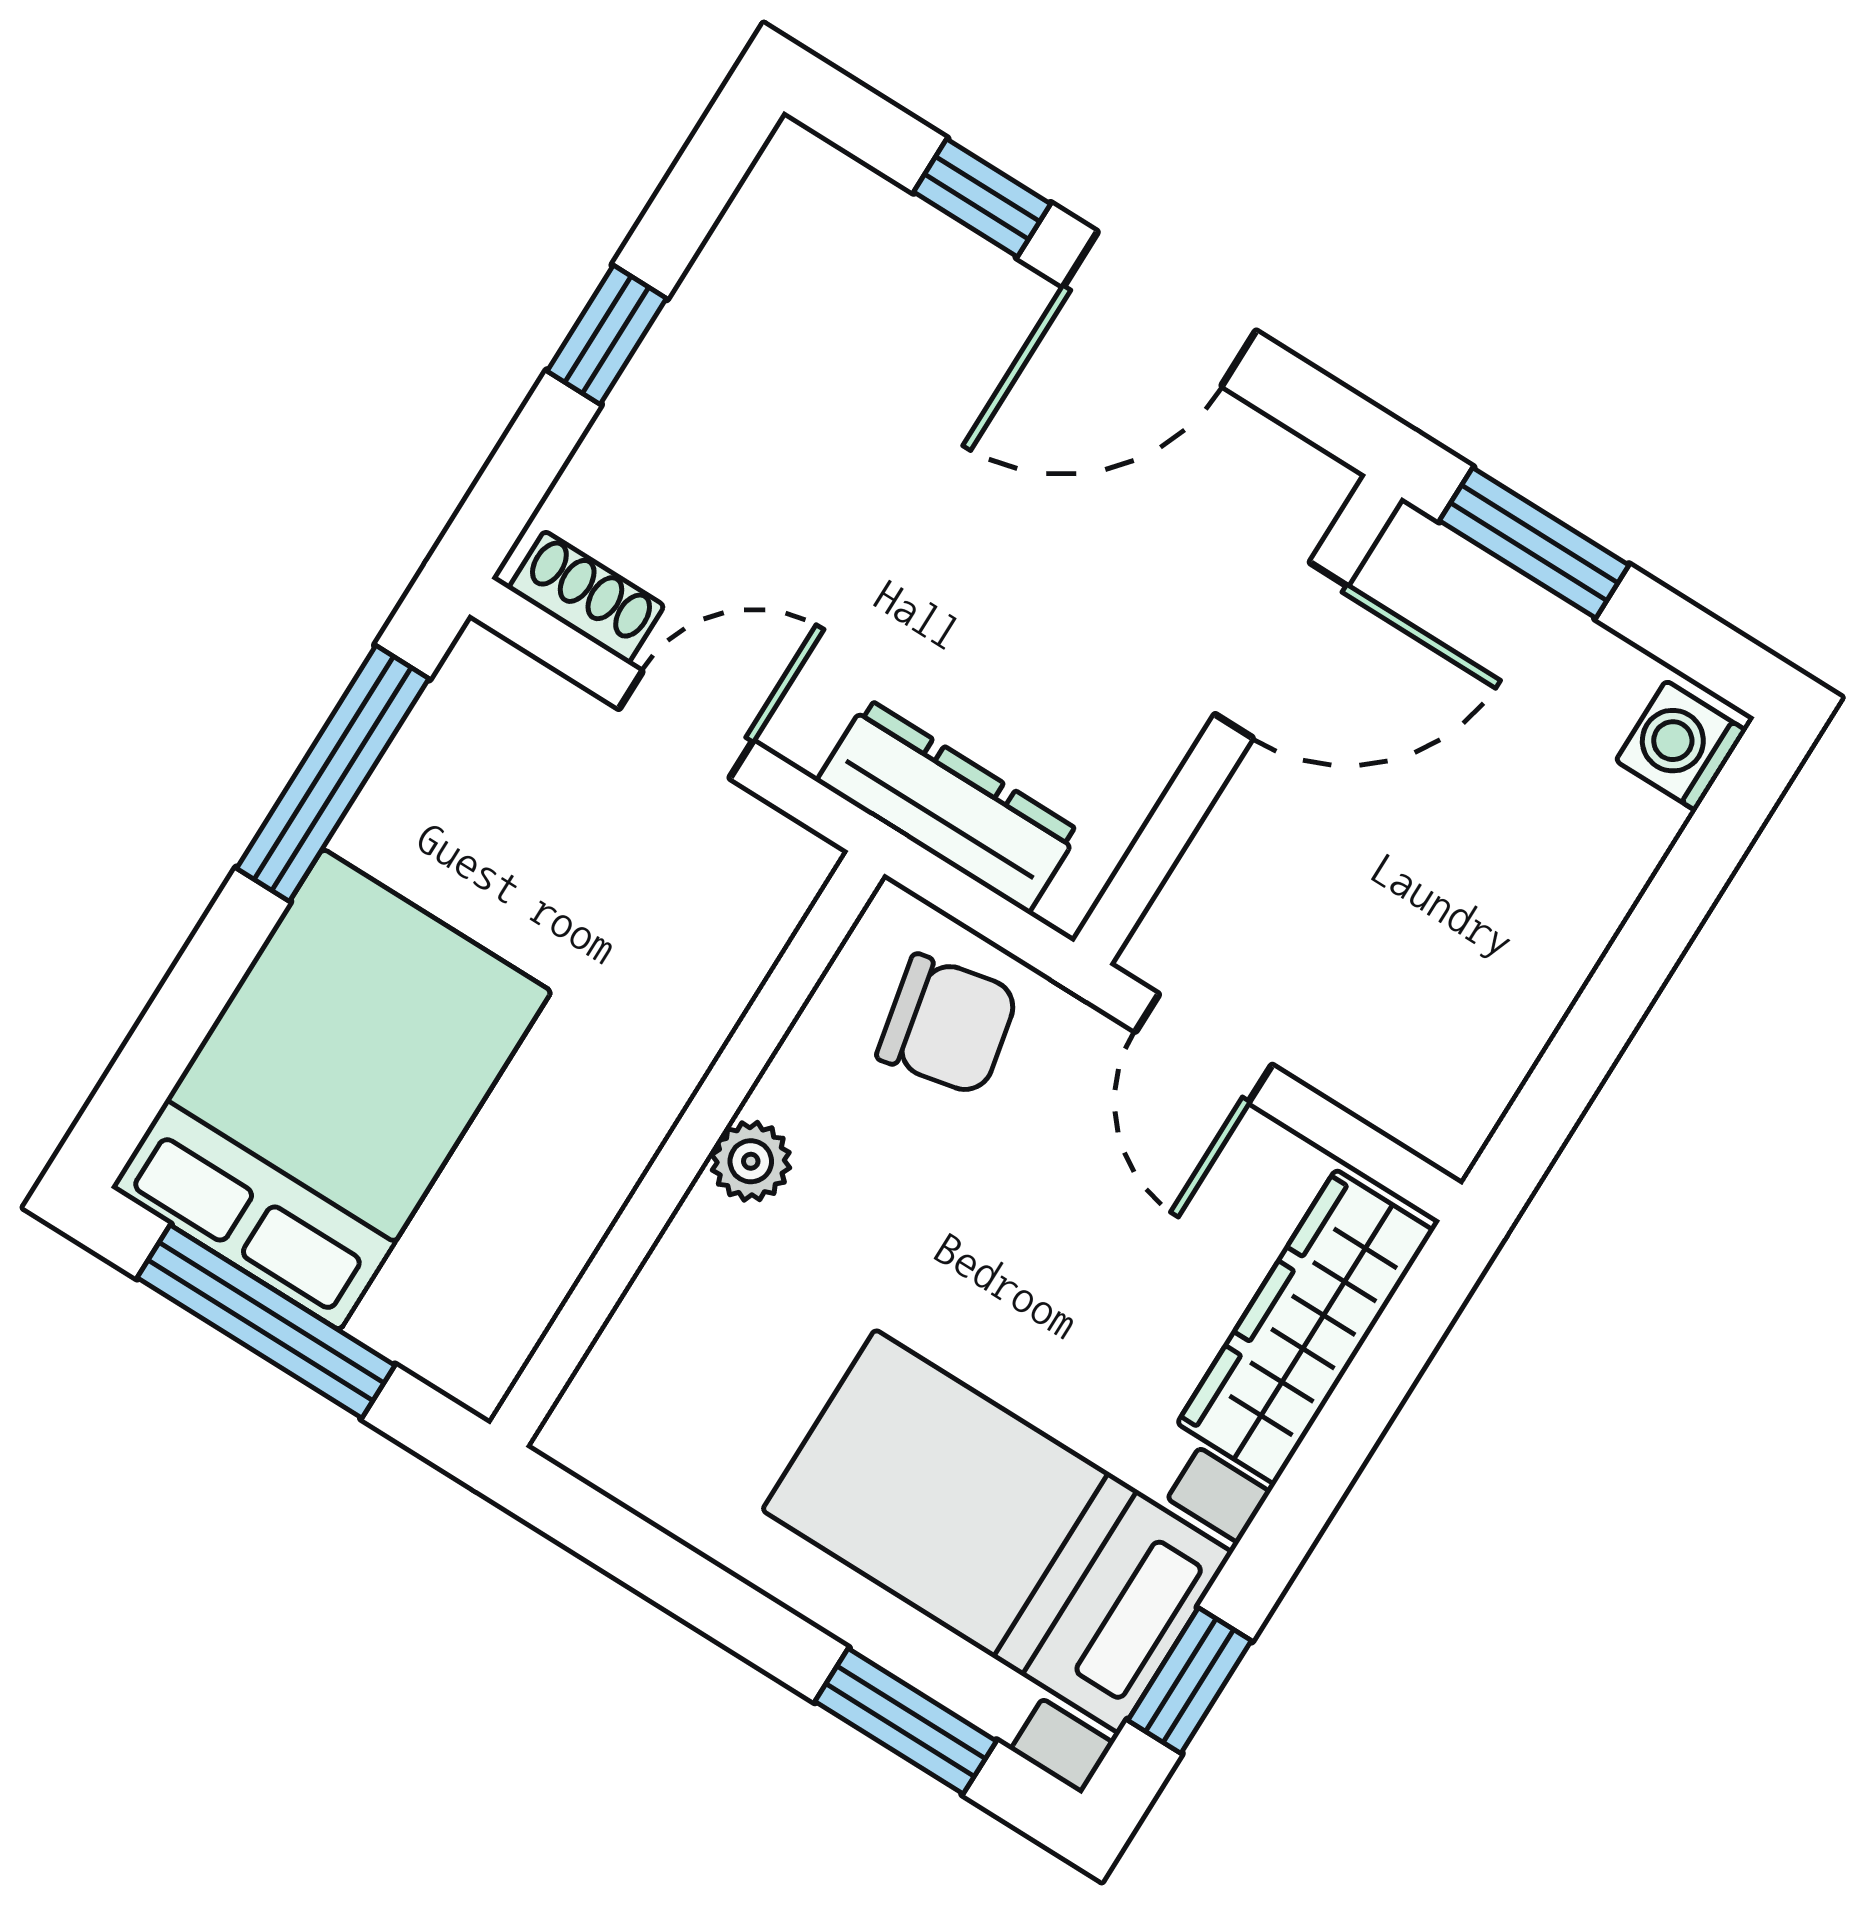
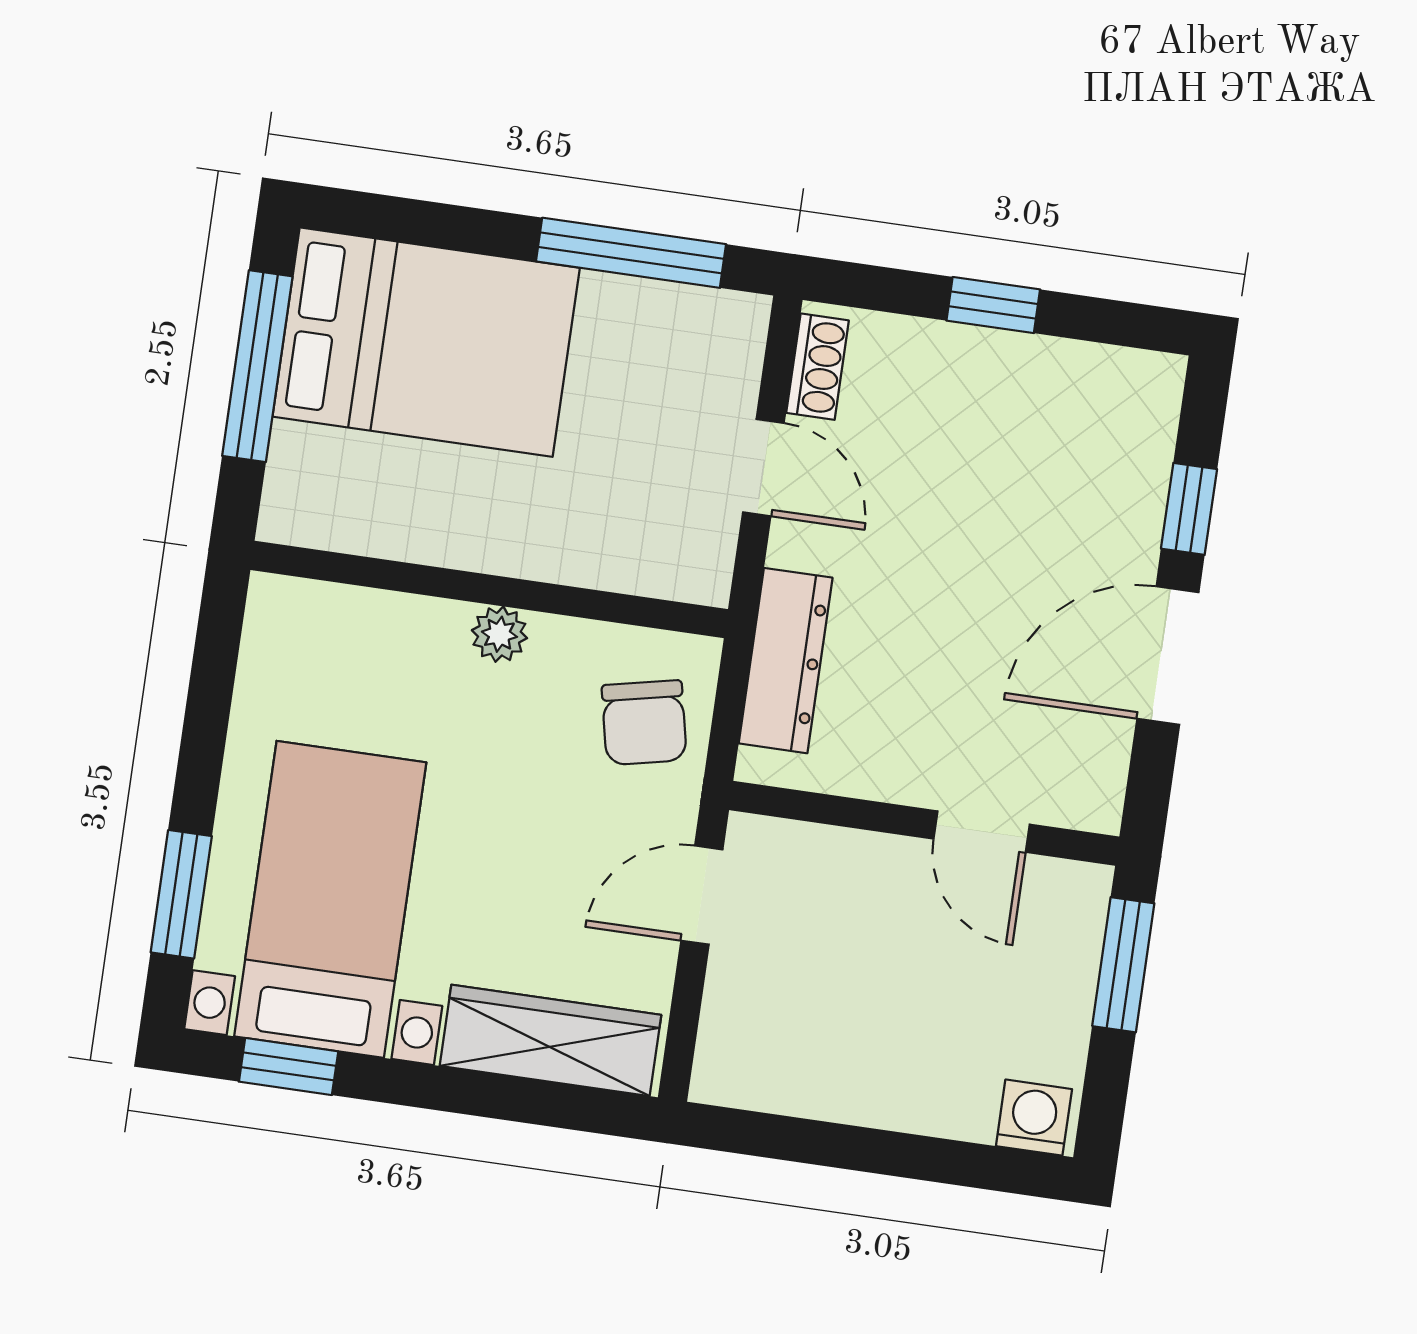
door: (1160, 309) -> (1168, 655), hinge flipped
door: (1281, 650) -> (982, 832), width x0.73

